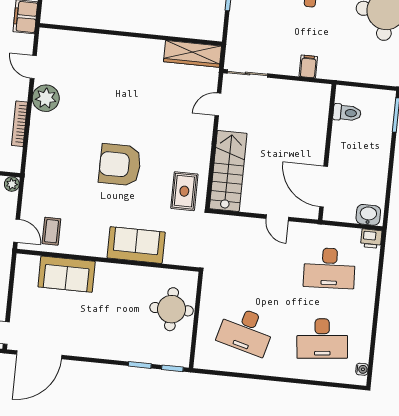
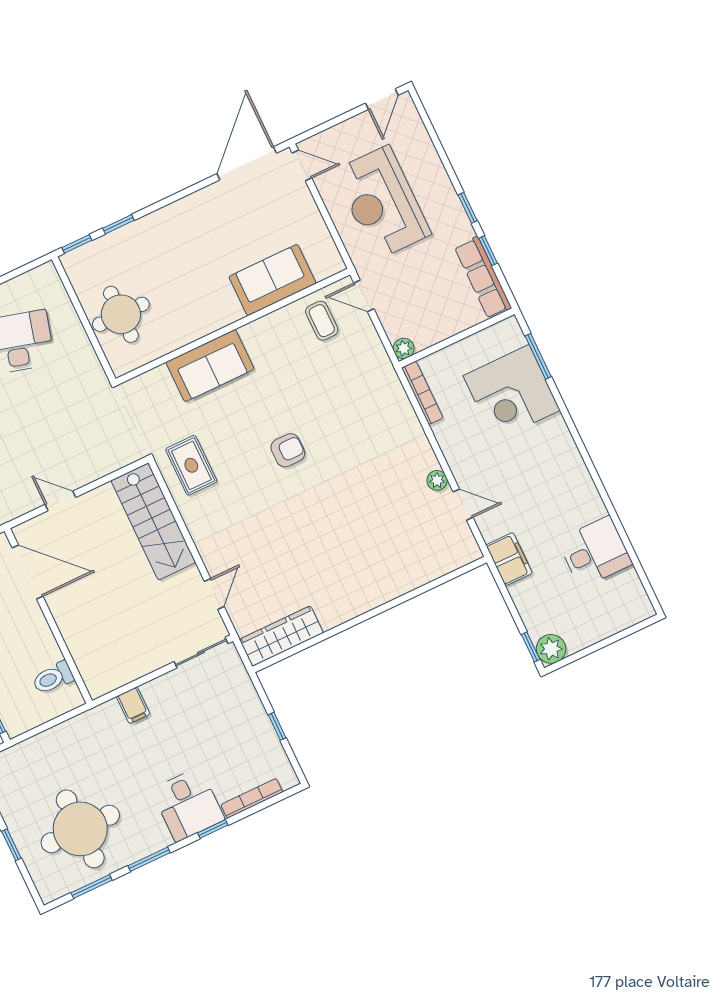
plant: (46, 98) -> (437, 480), width x0.53, depth x0.53
bookcase: (20, 124) -> (422, 393), moved
armchair: (120, 165) -> (288, 450), width x0.53, depth x0.53

